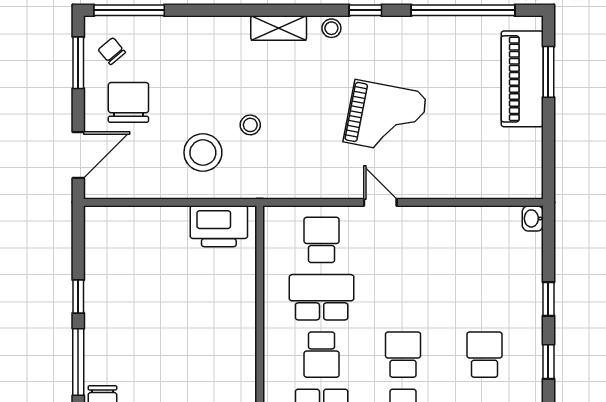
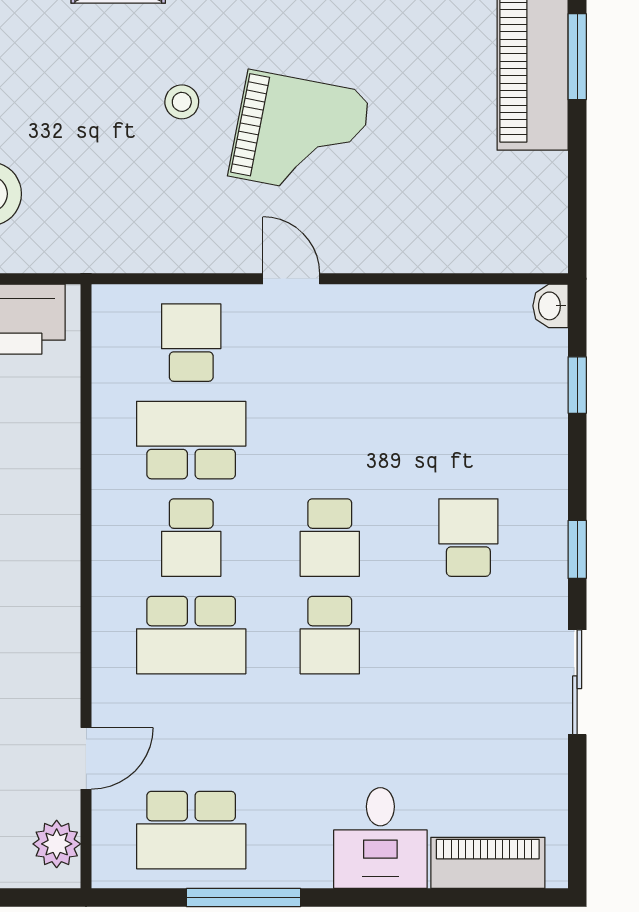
stool: (250, 125) -> (182, 102), moved
window: (548, 299) -> (577, 385), moved
school desk: (403, 355) -> (330, 538), turned 180

